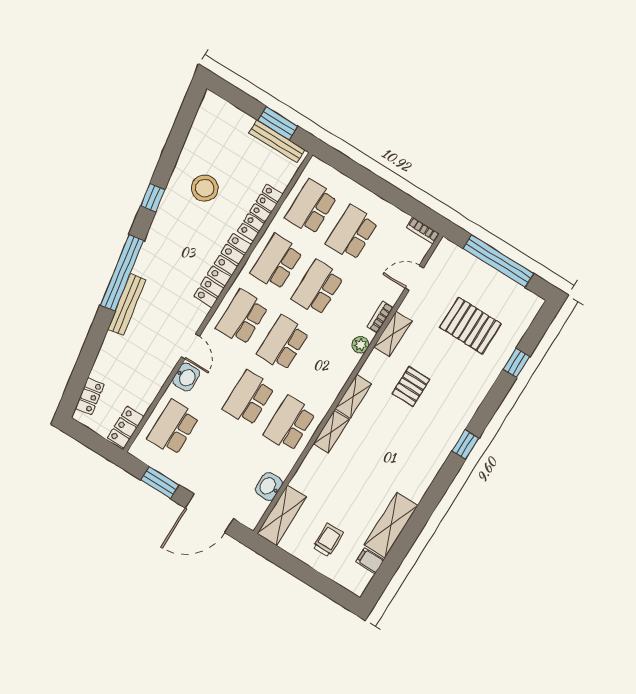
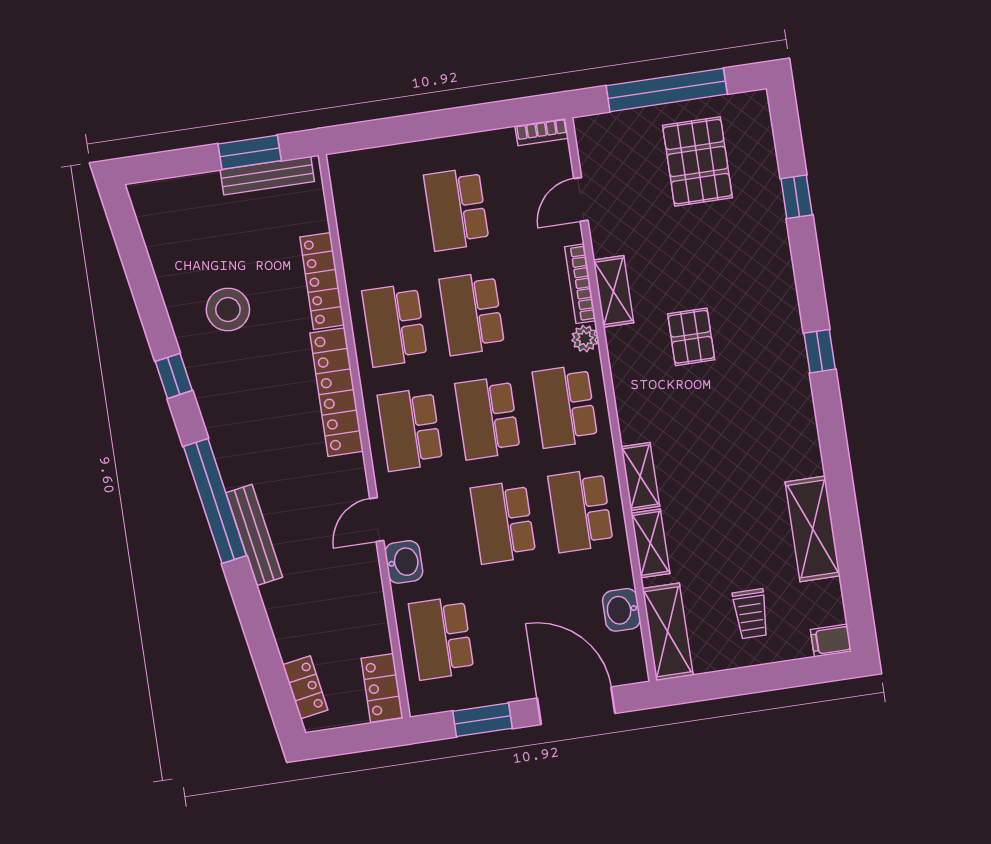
school desk: (311, 207) -> (565, 406), moved
bookcase: (380, 317) -> (580, 284), width x1.56
pallet: (470, 325) -> (697, 162), moved, turned 90
door: (190, 346) -> (377, 520), swing flipped
shelving: (353, 396) -> (650, 543), moved
door: (209, 513) -> (576, 706), swing flipped
trolley: (328, 540) -> (751, 614), turned 180
filing cabinet: (370, 561) -> (831, 640), moved

